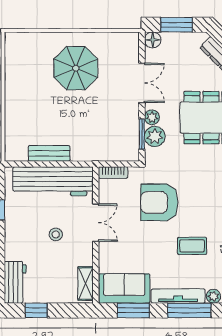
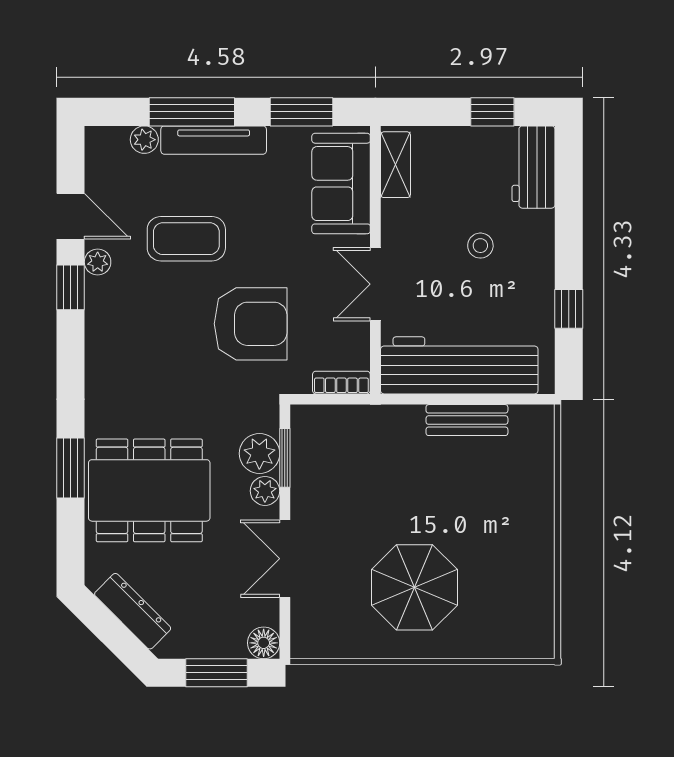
stool: (56, 234) -> (480, 246), moved
coffee table: (192, 246) -> (186, 239), width x1.36, depth x1.30
sofa: (124, 289) -> (341, 184), moved, turned 90

